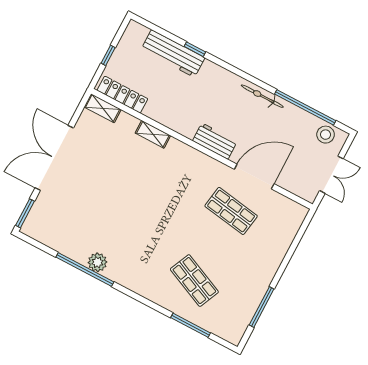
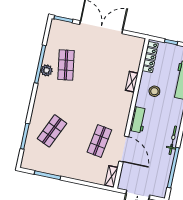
shelving: (103, 108) -> (111, 176), moved
stool: (326, 135) -> (154, 91), moved
shop shelf: (98, 230) -> (66, 65), added

